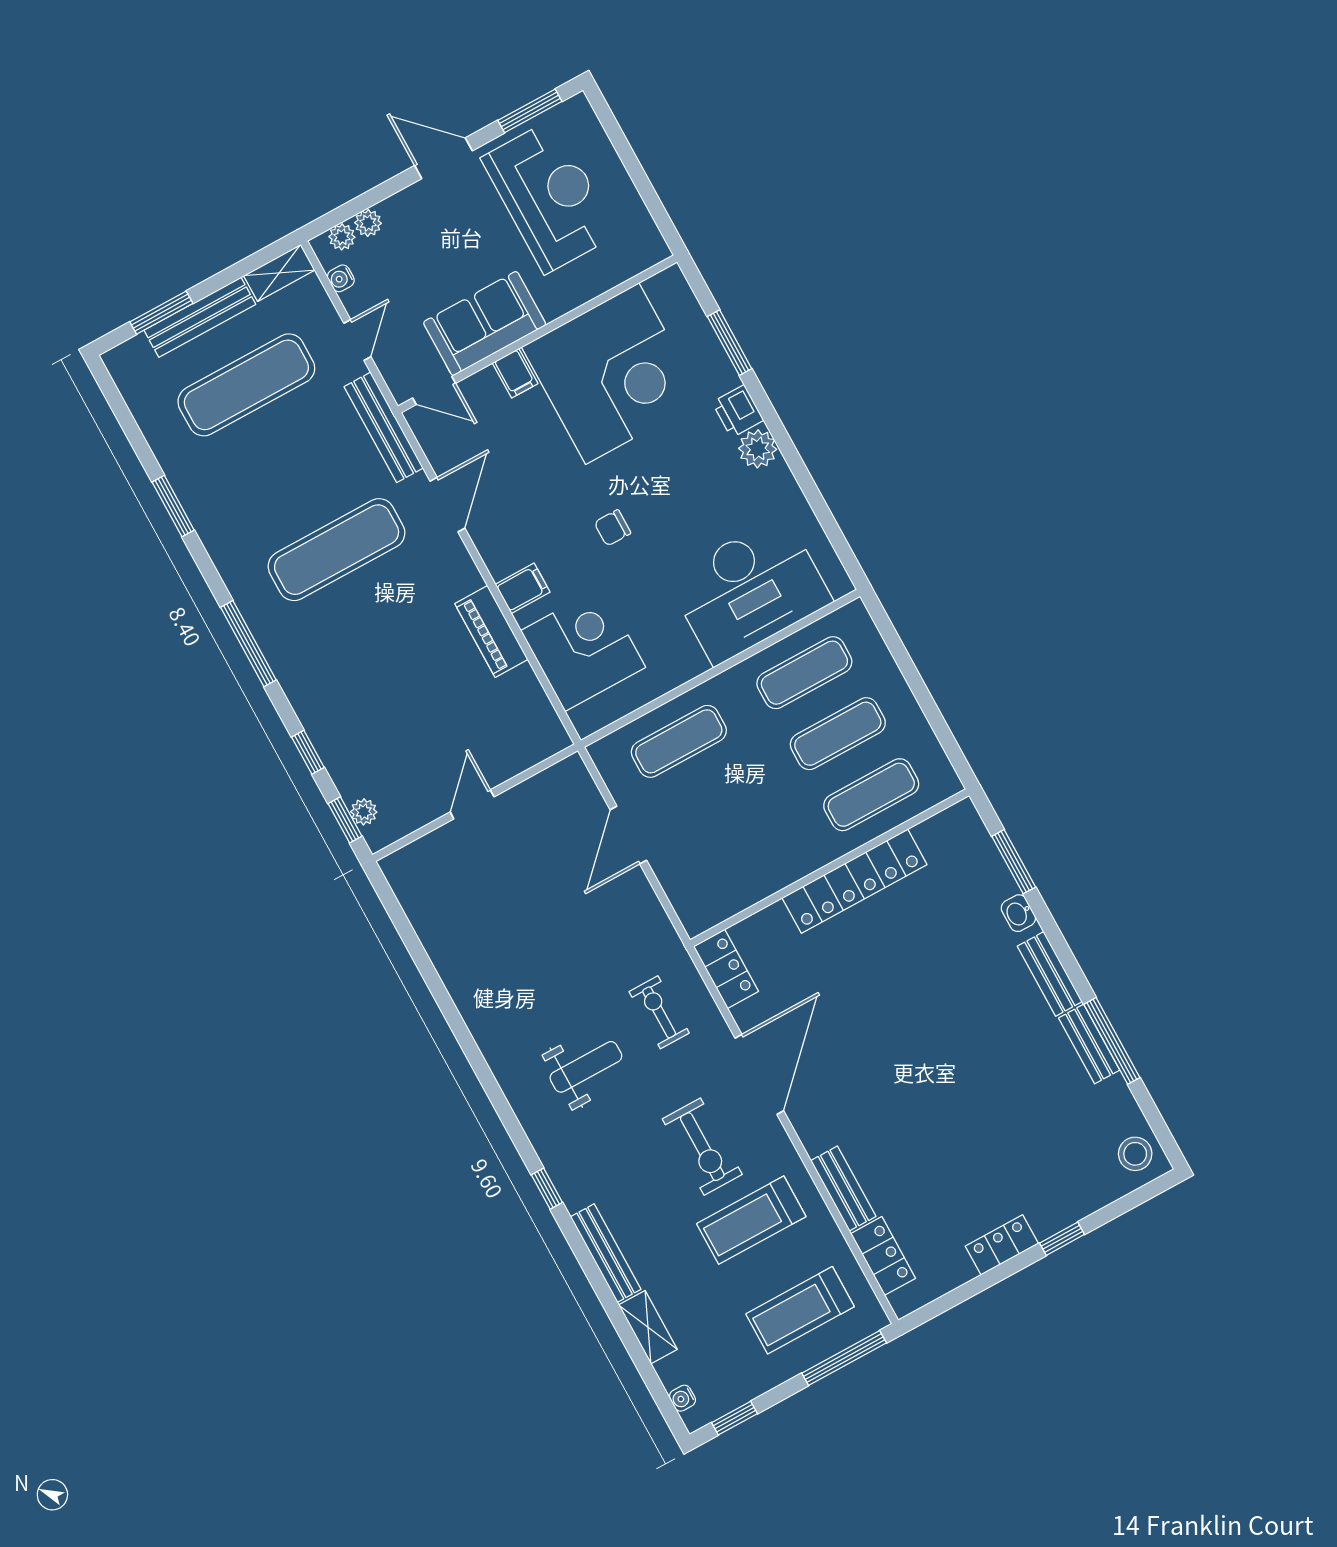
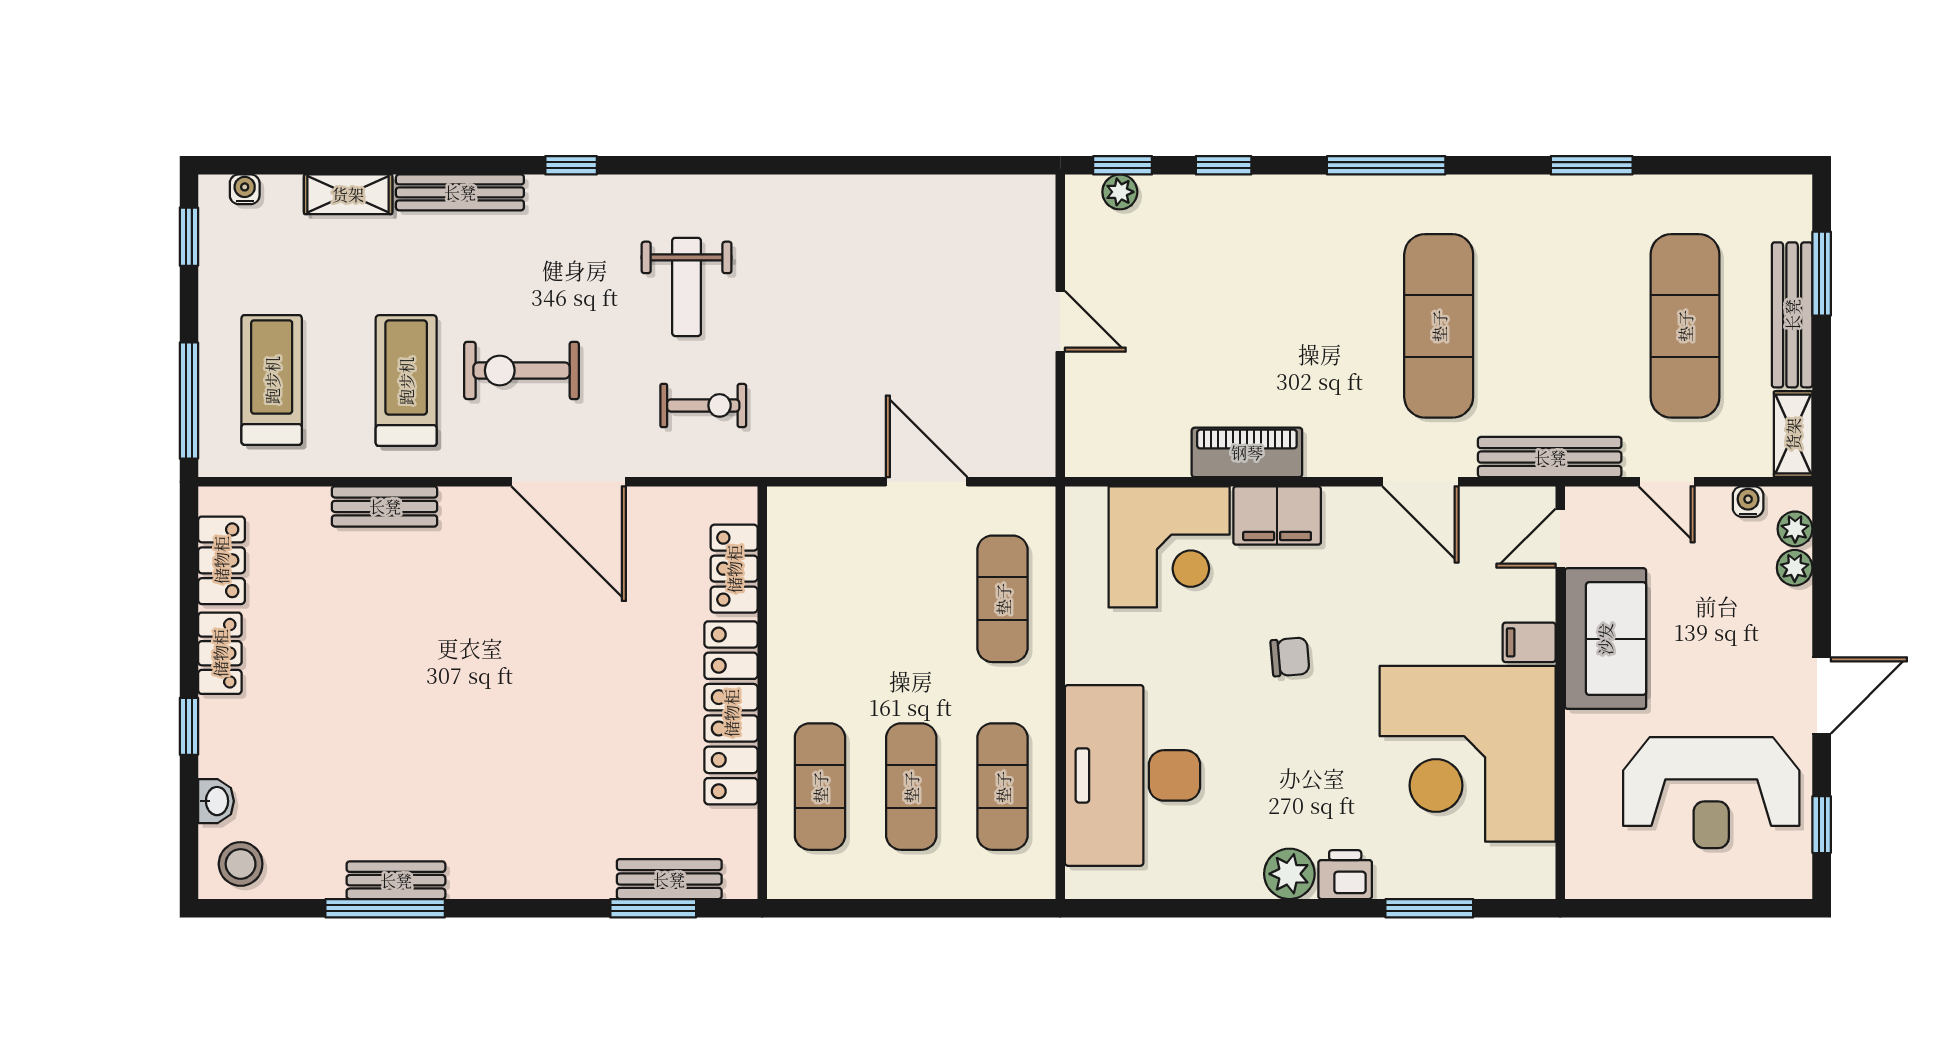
window: (530, 111) -> (1822, 825), width x0.67
chair: (612, 528) -> (1290, 657), turned 85
filing cabinet: (523, 588) -> (1277, 516), width x2.00
washbasin: (1018, 913) -> (216, 801), moved, turned 90
locker: (726, 969) -> (734, 569), moved, turned 90
bench: (1050, 974) -> (669, 879), moved
locker: (883, 1256) -> (221, 560), moved, turned -90

